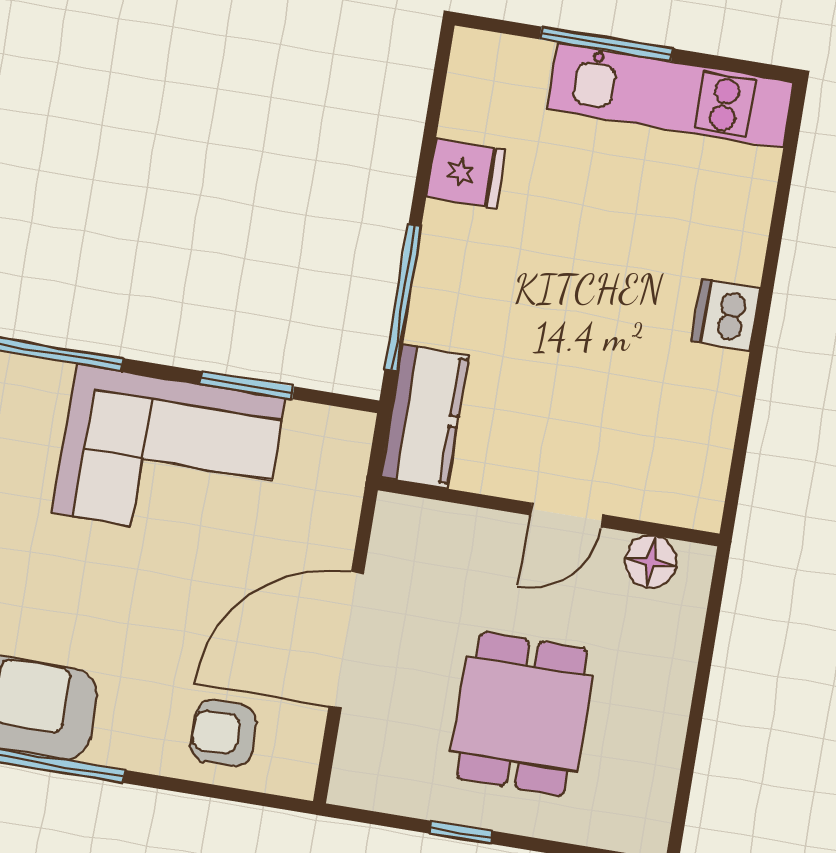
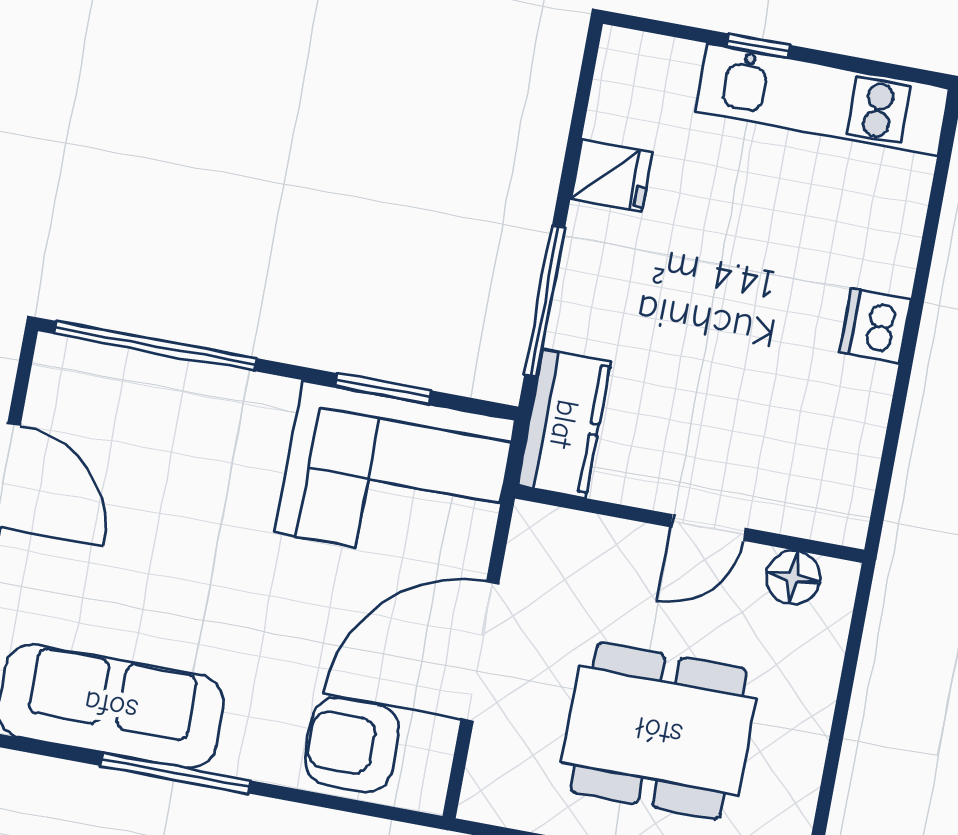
window: (606, 44) -> (758, 46), width x0.46
corner sofa: (169, 455) -> (395, 476), moved
dining table: (522, 714) -> (659, 731), width x1.38
armchair: (223, 733) -> (352, 745), width x1.38, depth x1.38

